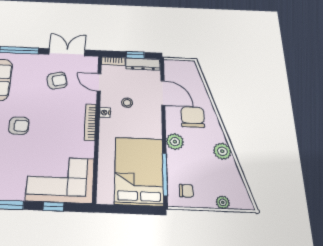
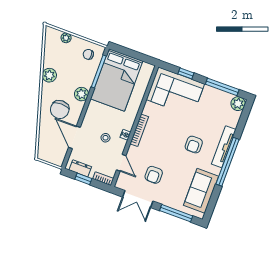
dresser: (143, 64) -> (80, 168), width x0.70
armchair: (57, 81) -> (154, 175), turned -76
armchair: (19, 126) -> (194, 145), turned -90

